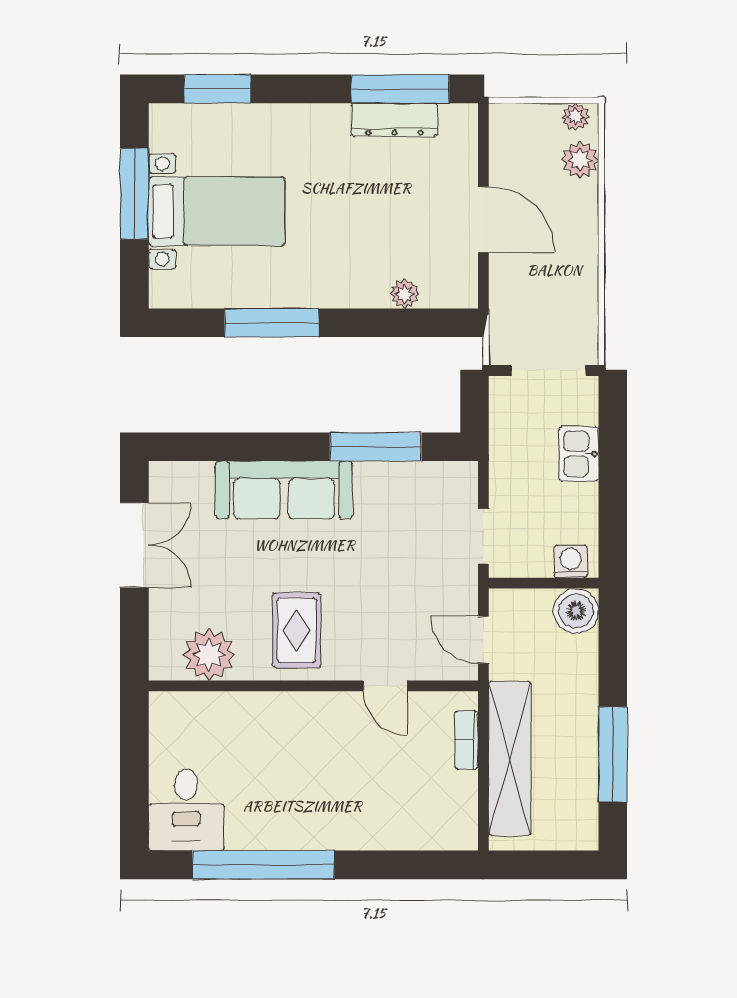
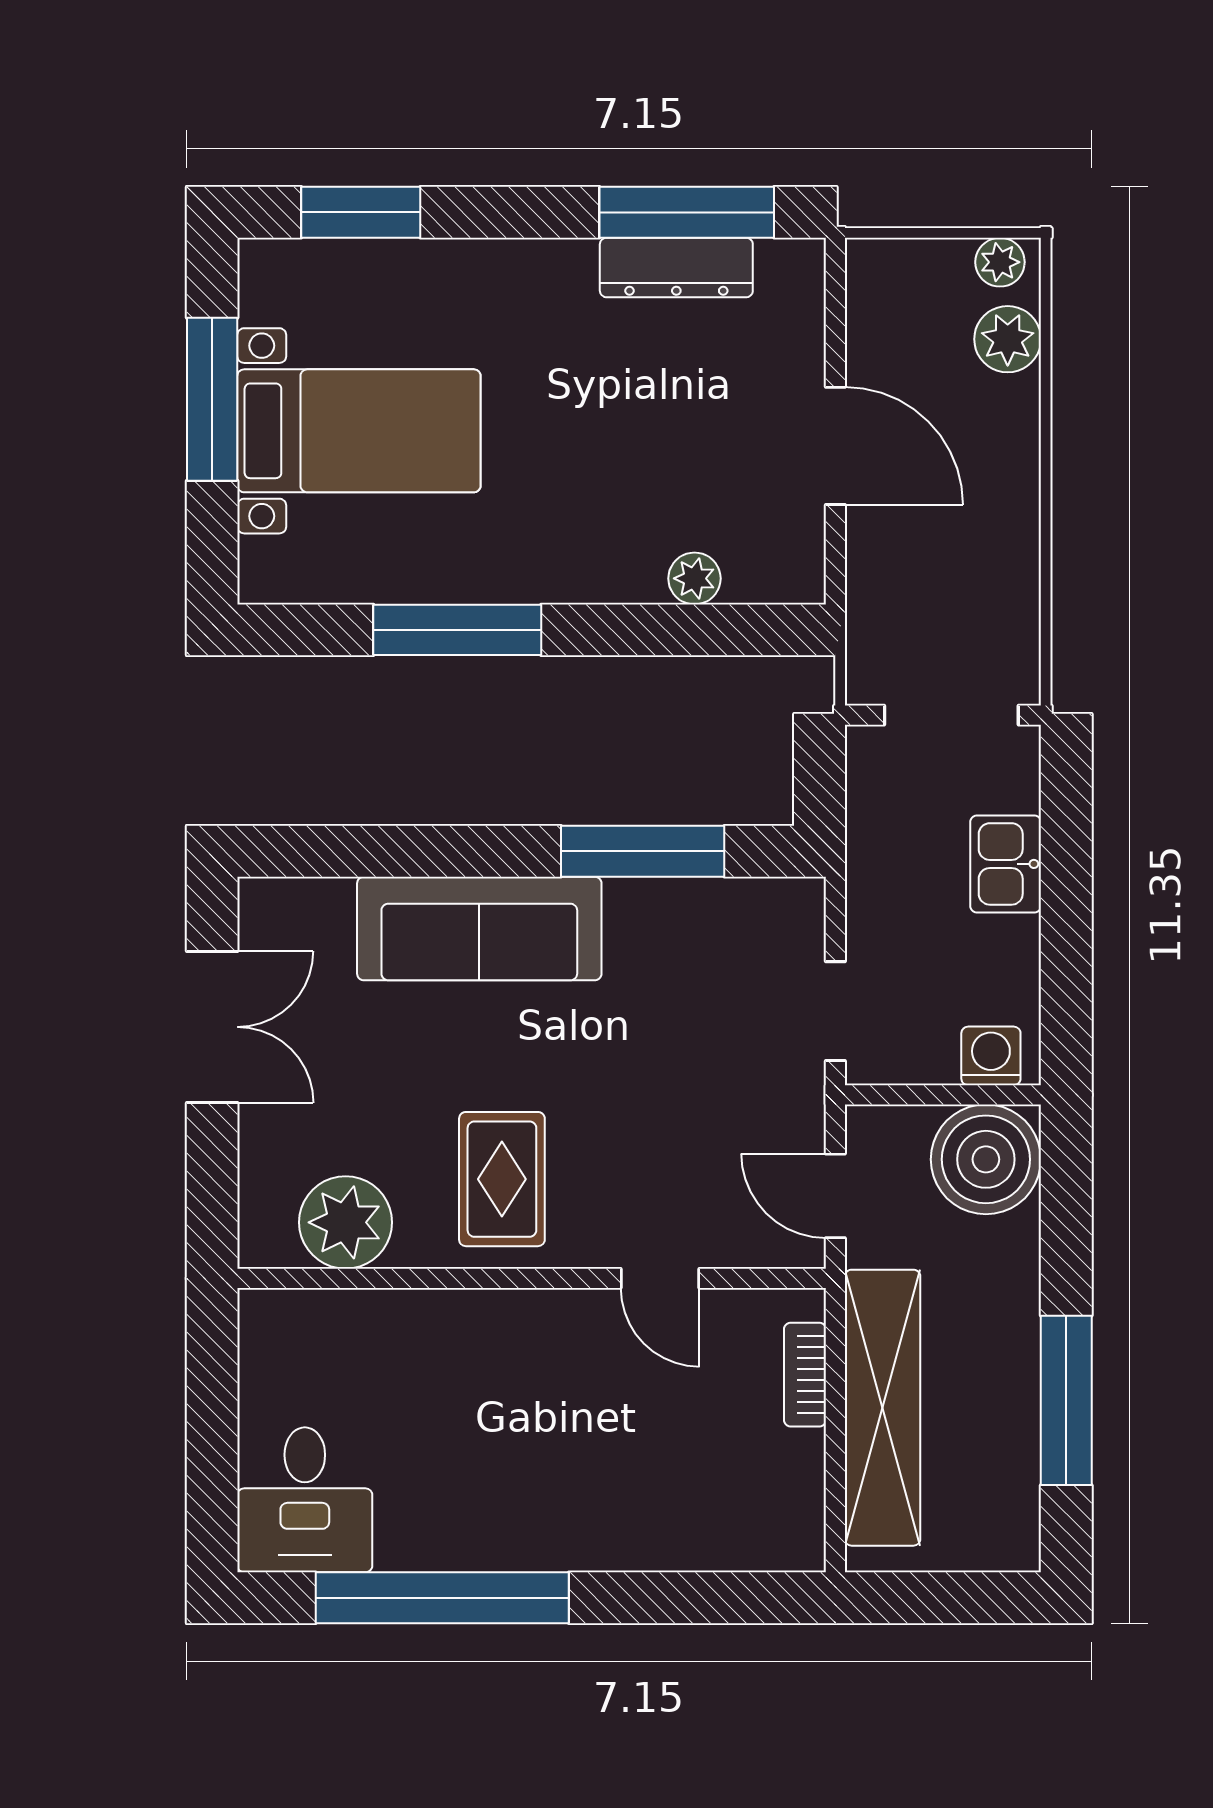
boiler: (576, 611) -> (986, 1159), width x1.37, depth x1.37

